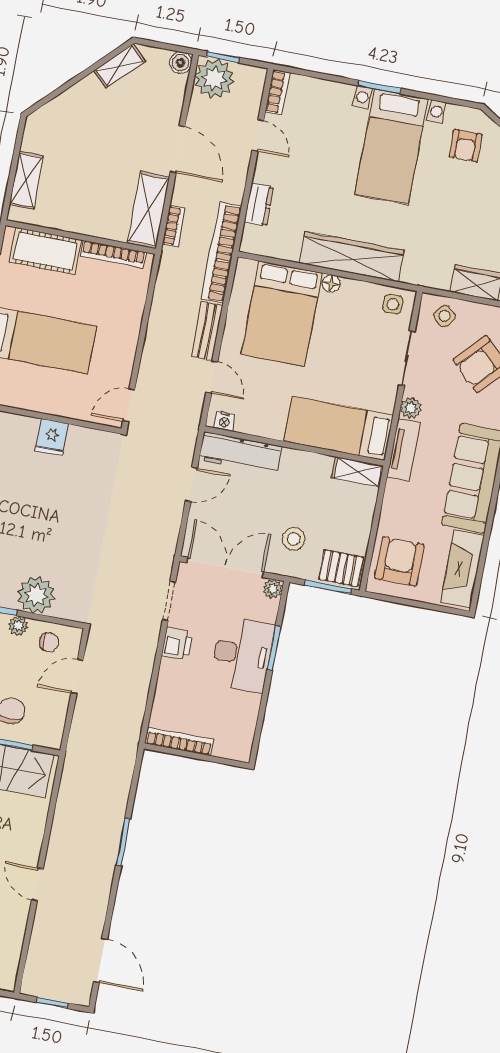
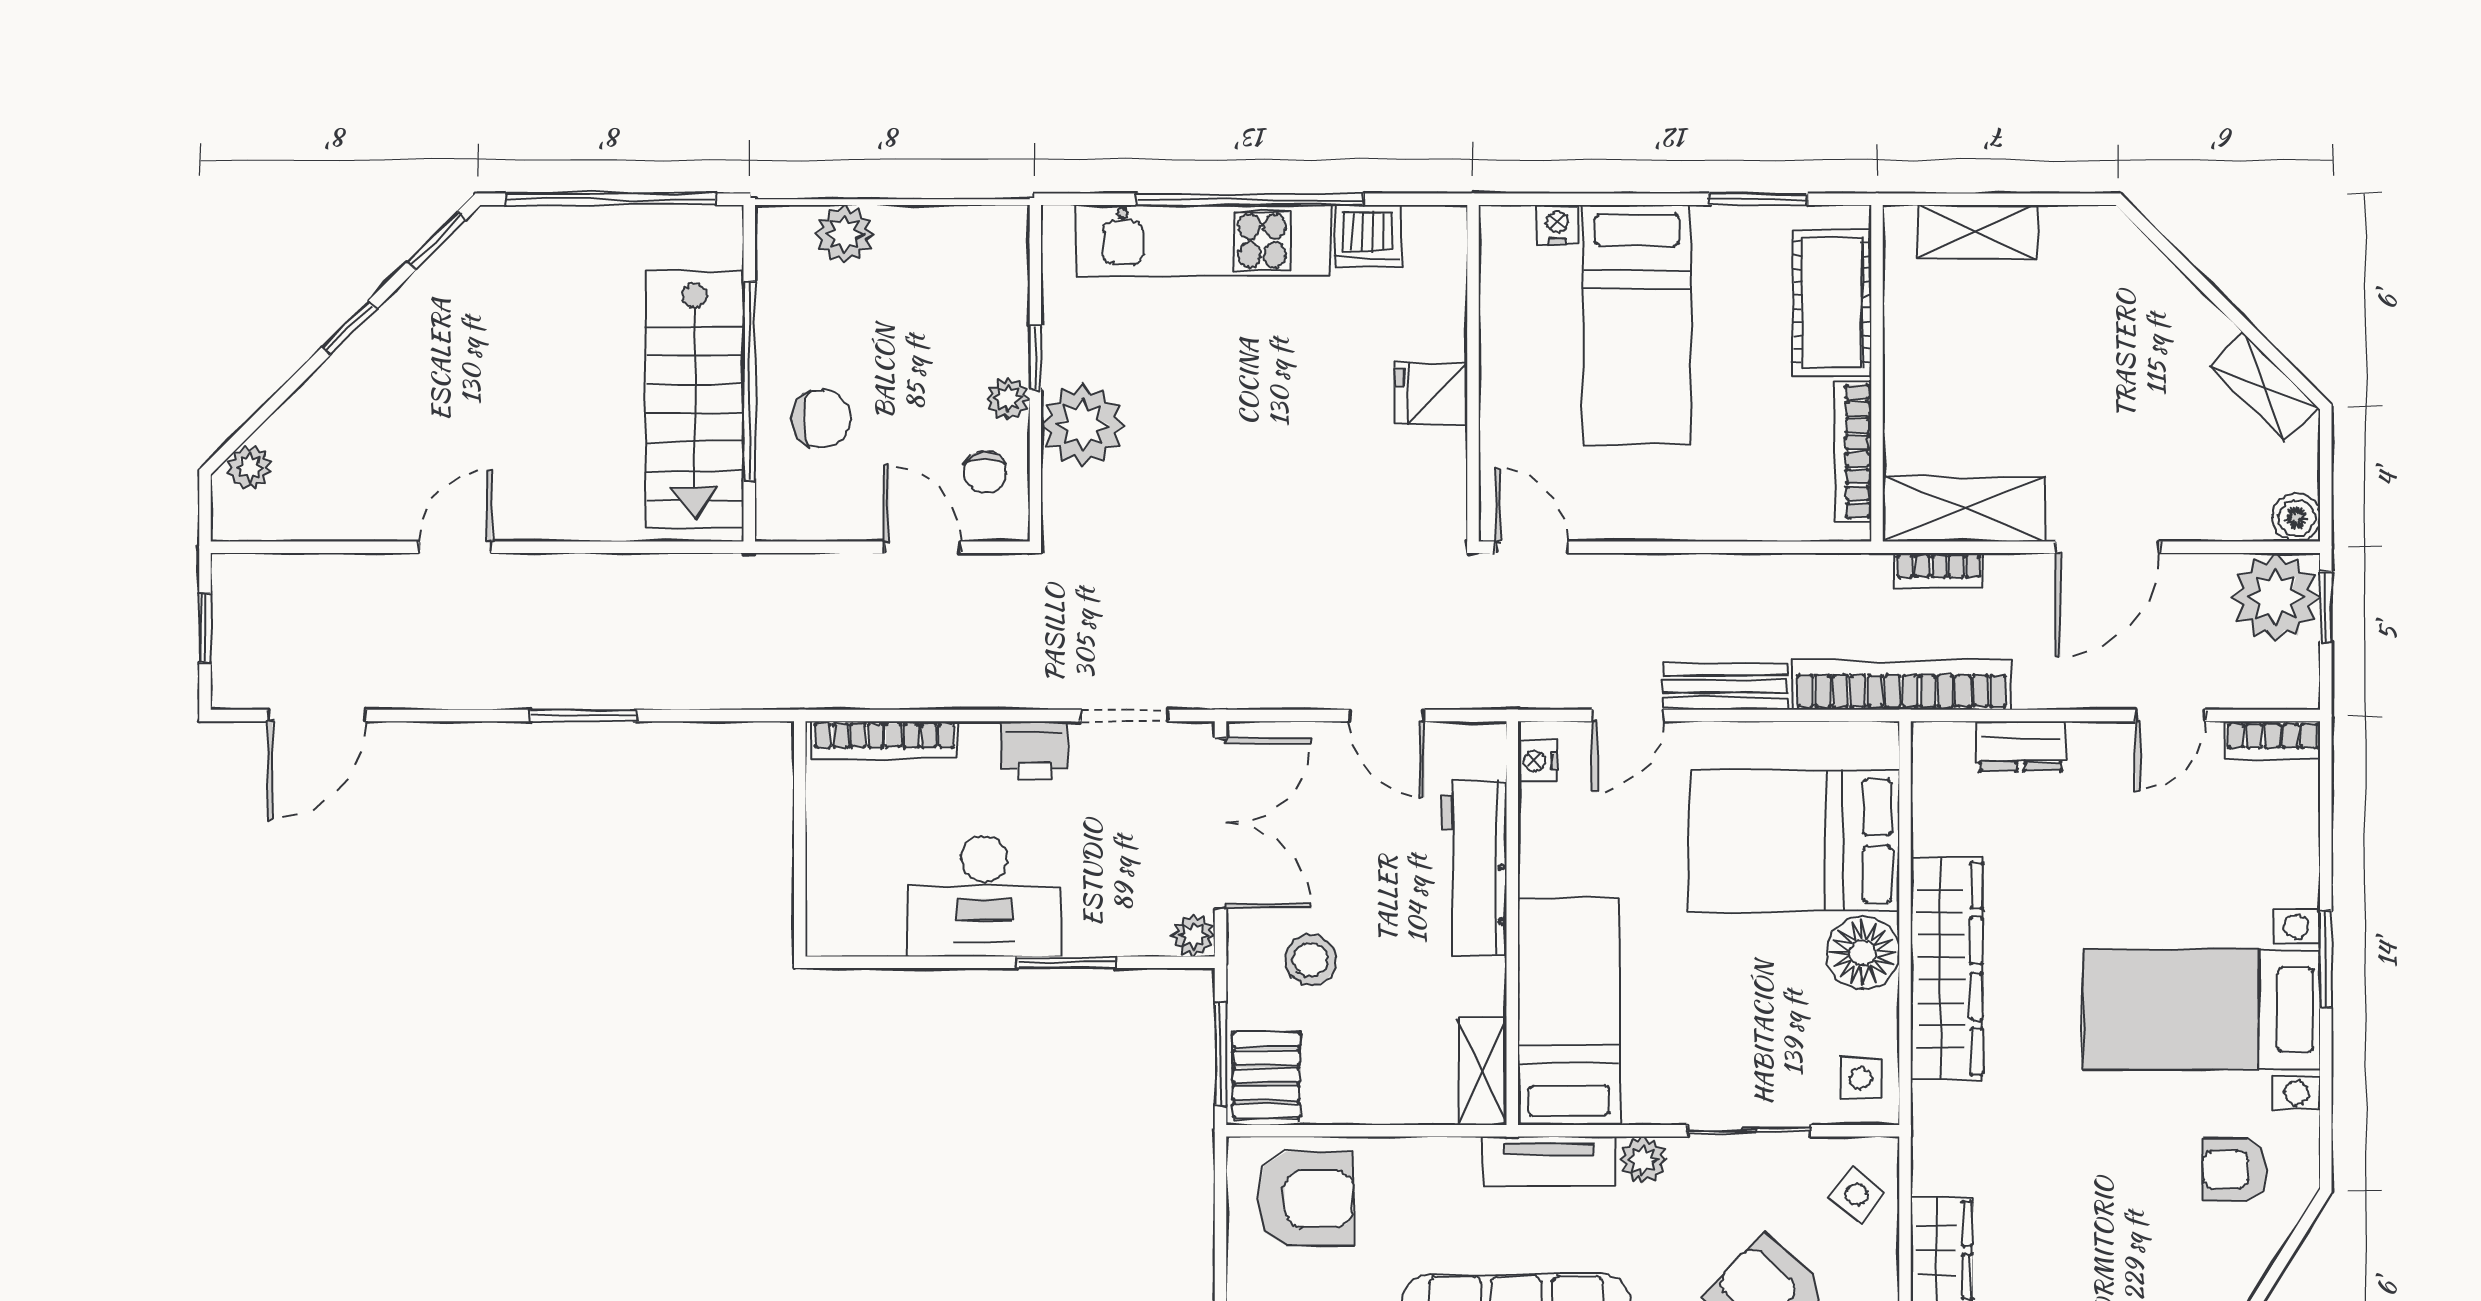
floor lamp: (331, 283) -> (1863, 953), width x1.89, depth x1.89
workbench: (240, 453) -> (1474, 868), moved
desk: (242, 654) -> (984, 896), moved
bookcase: (179, 741) -> (885, 740), moved, turned 90

